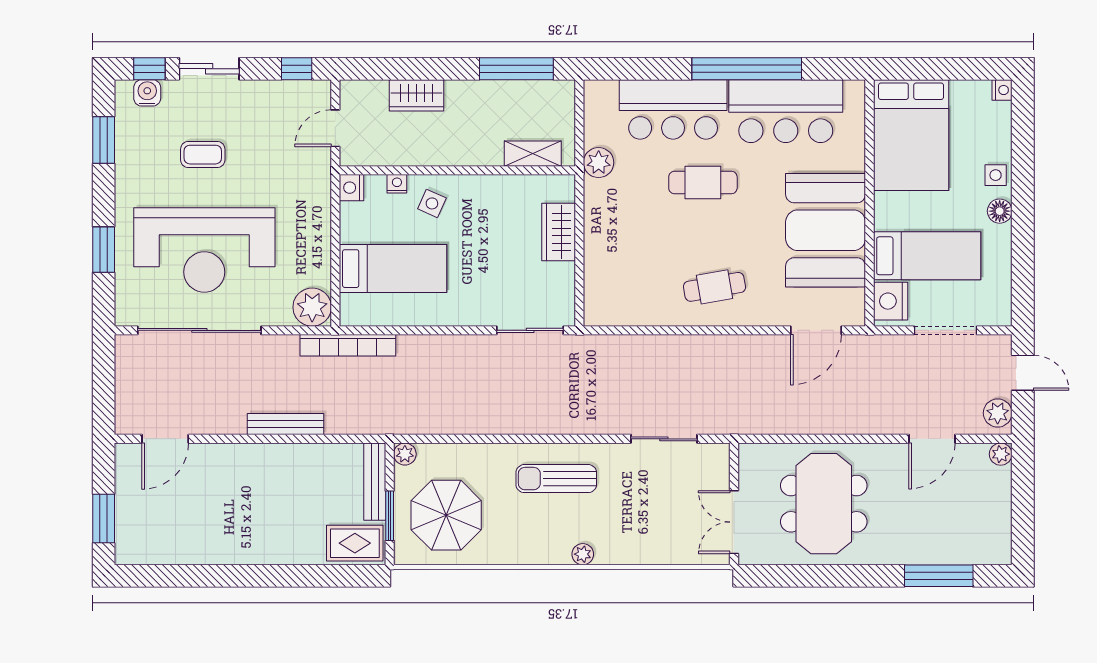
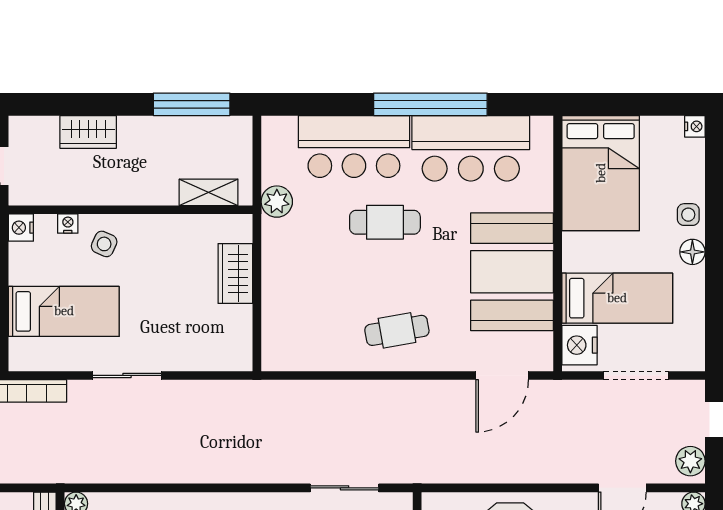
sliding door: (530, 330) -> (127, 375), moved

